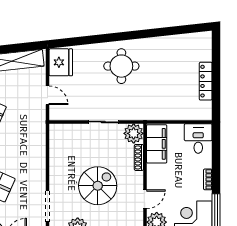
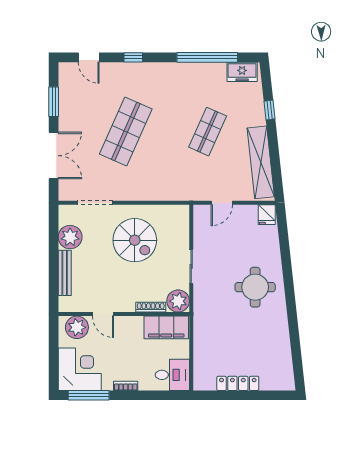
fridge: (61, 62) -> (267, 215), width x0.53, depth x0.75
spiral stairs: (98, 186) -> (135, 240), moved

